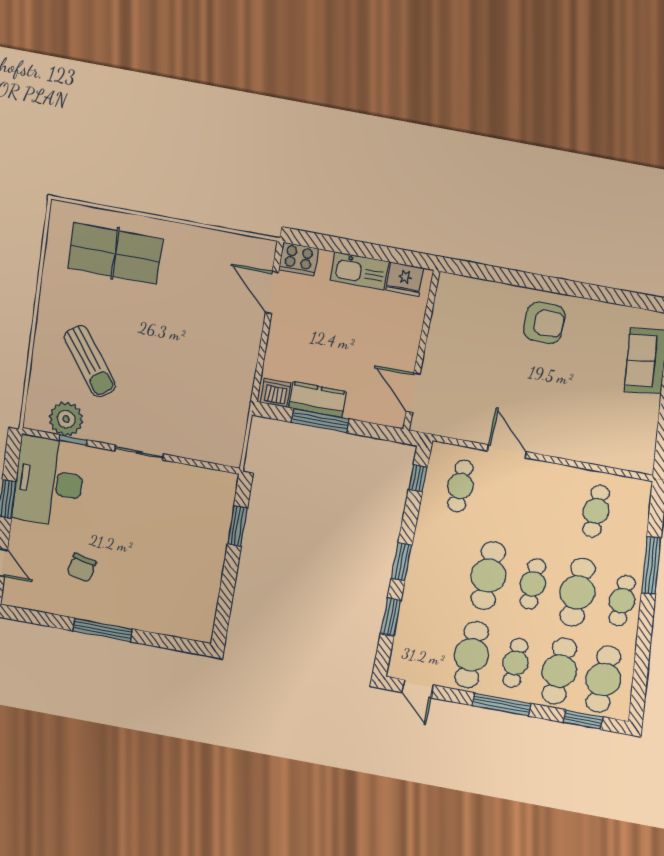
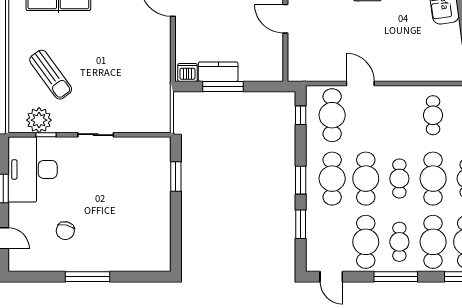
door: (413, 393) -> (285, 19), moved
cafe table: (460, 486) -> (332, 115), width x1.37, depth x1.35
cafe table: (444, 567) -> (332, 179), added

